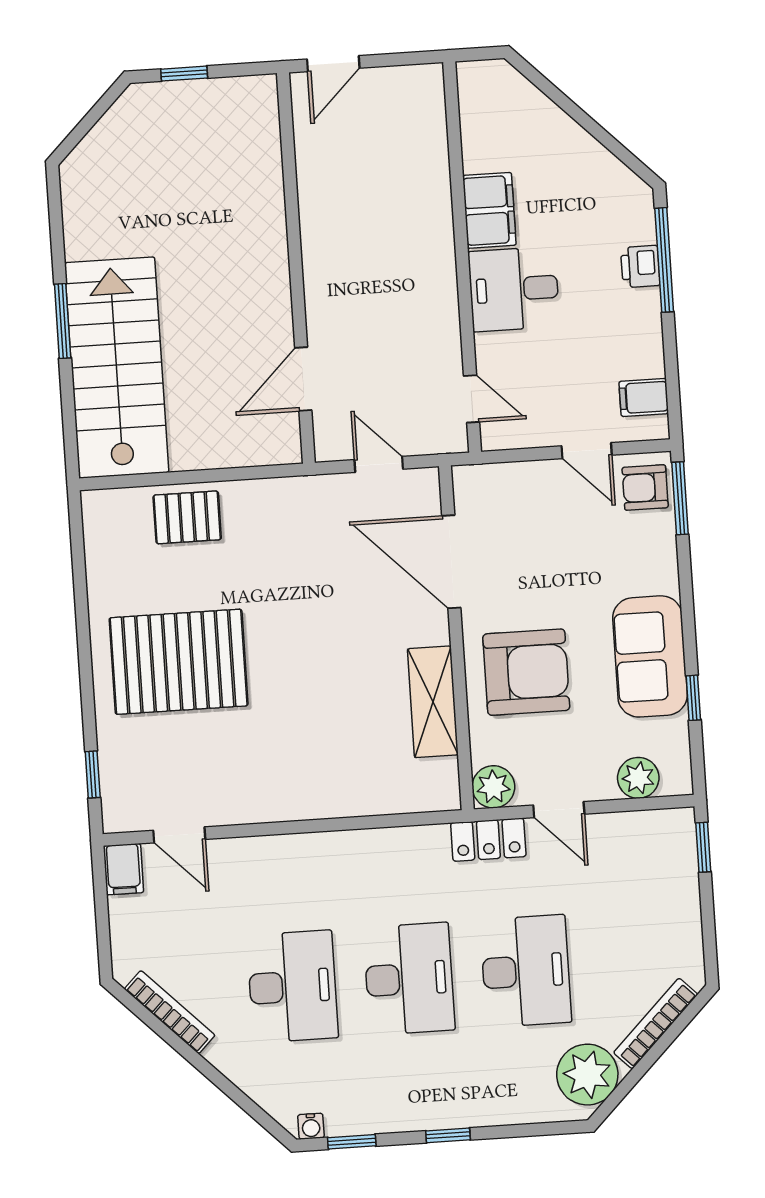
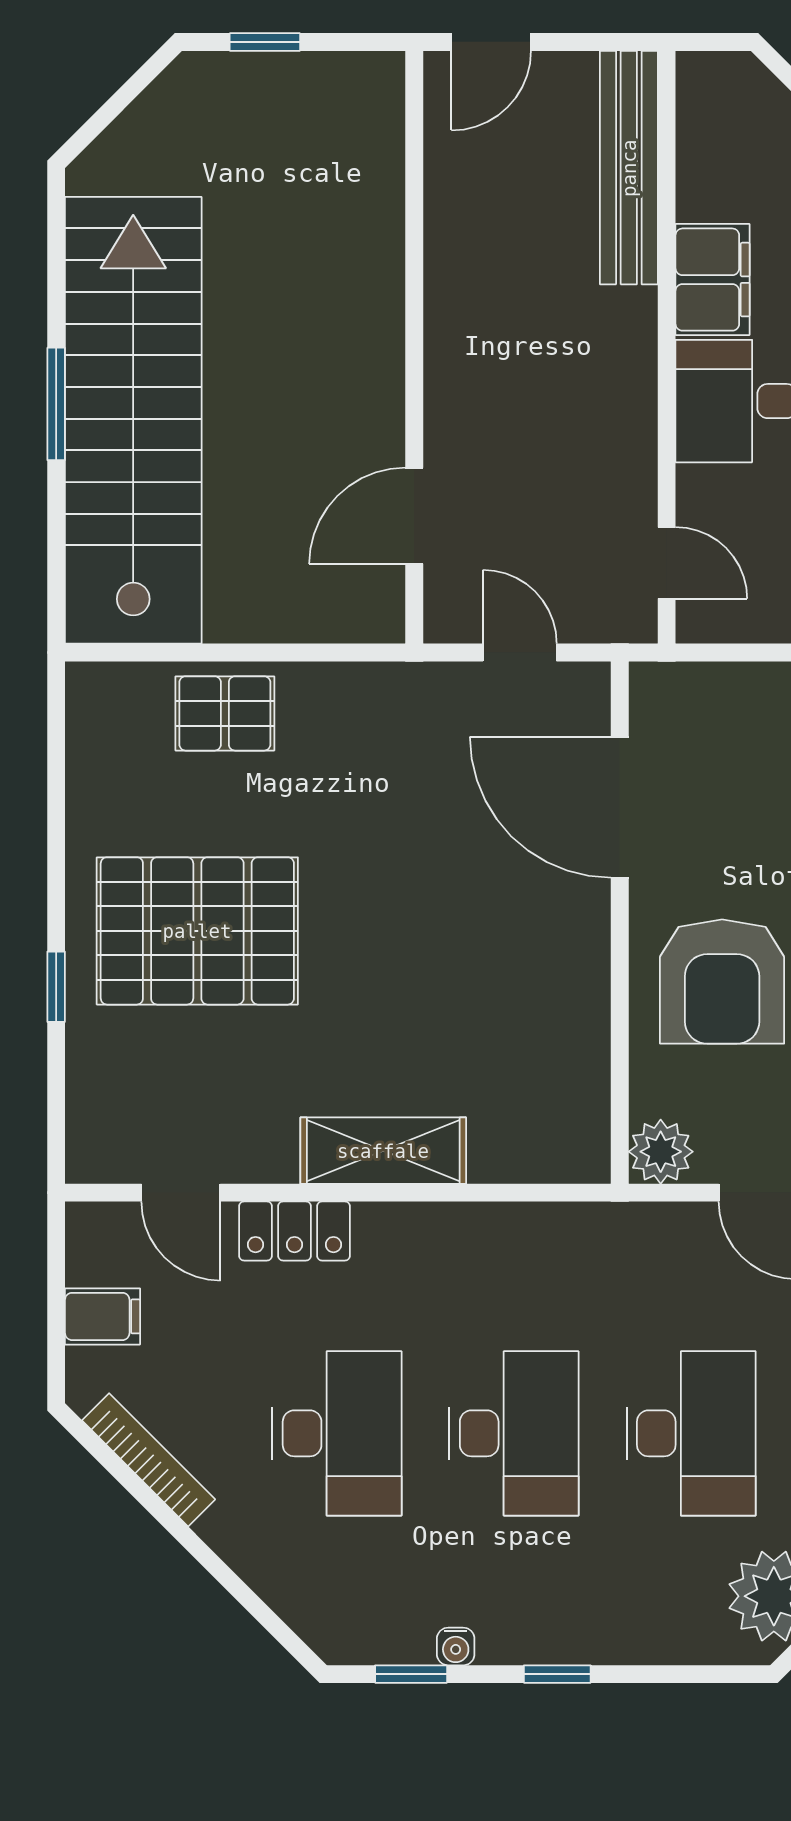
bench: (429, 140) -> (629, 168), added
stairs: (117, 368) -> (133, 420), width x1.36
armchair: (526, 672) -> (722, 982), turned 90
shelving: (433, 702) -> (383, 1151), moved, turned 90
window: (93, 774) -> (56, 987), moved
locker: (488, 840) -> (294, 1231), moved
filing cabinet: (123, 869) -> (102, 1316), moved, turned -90
water cooler: (311, 1126) -> (456, 1646), moved

